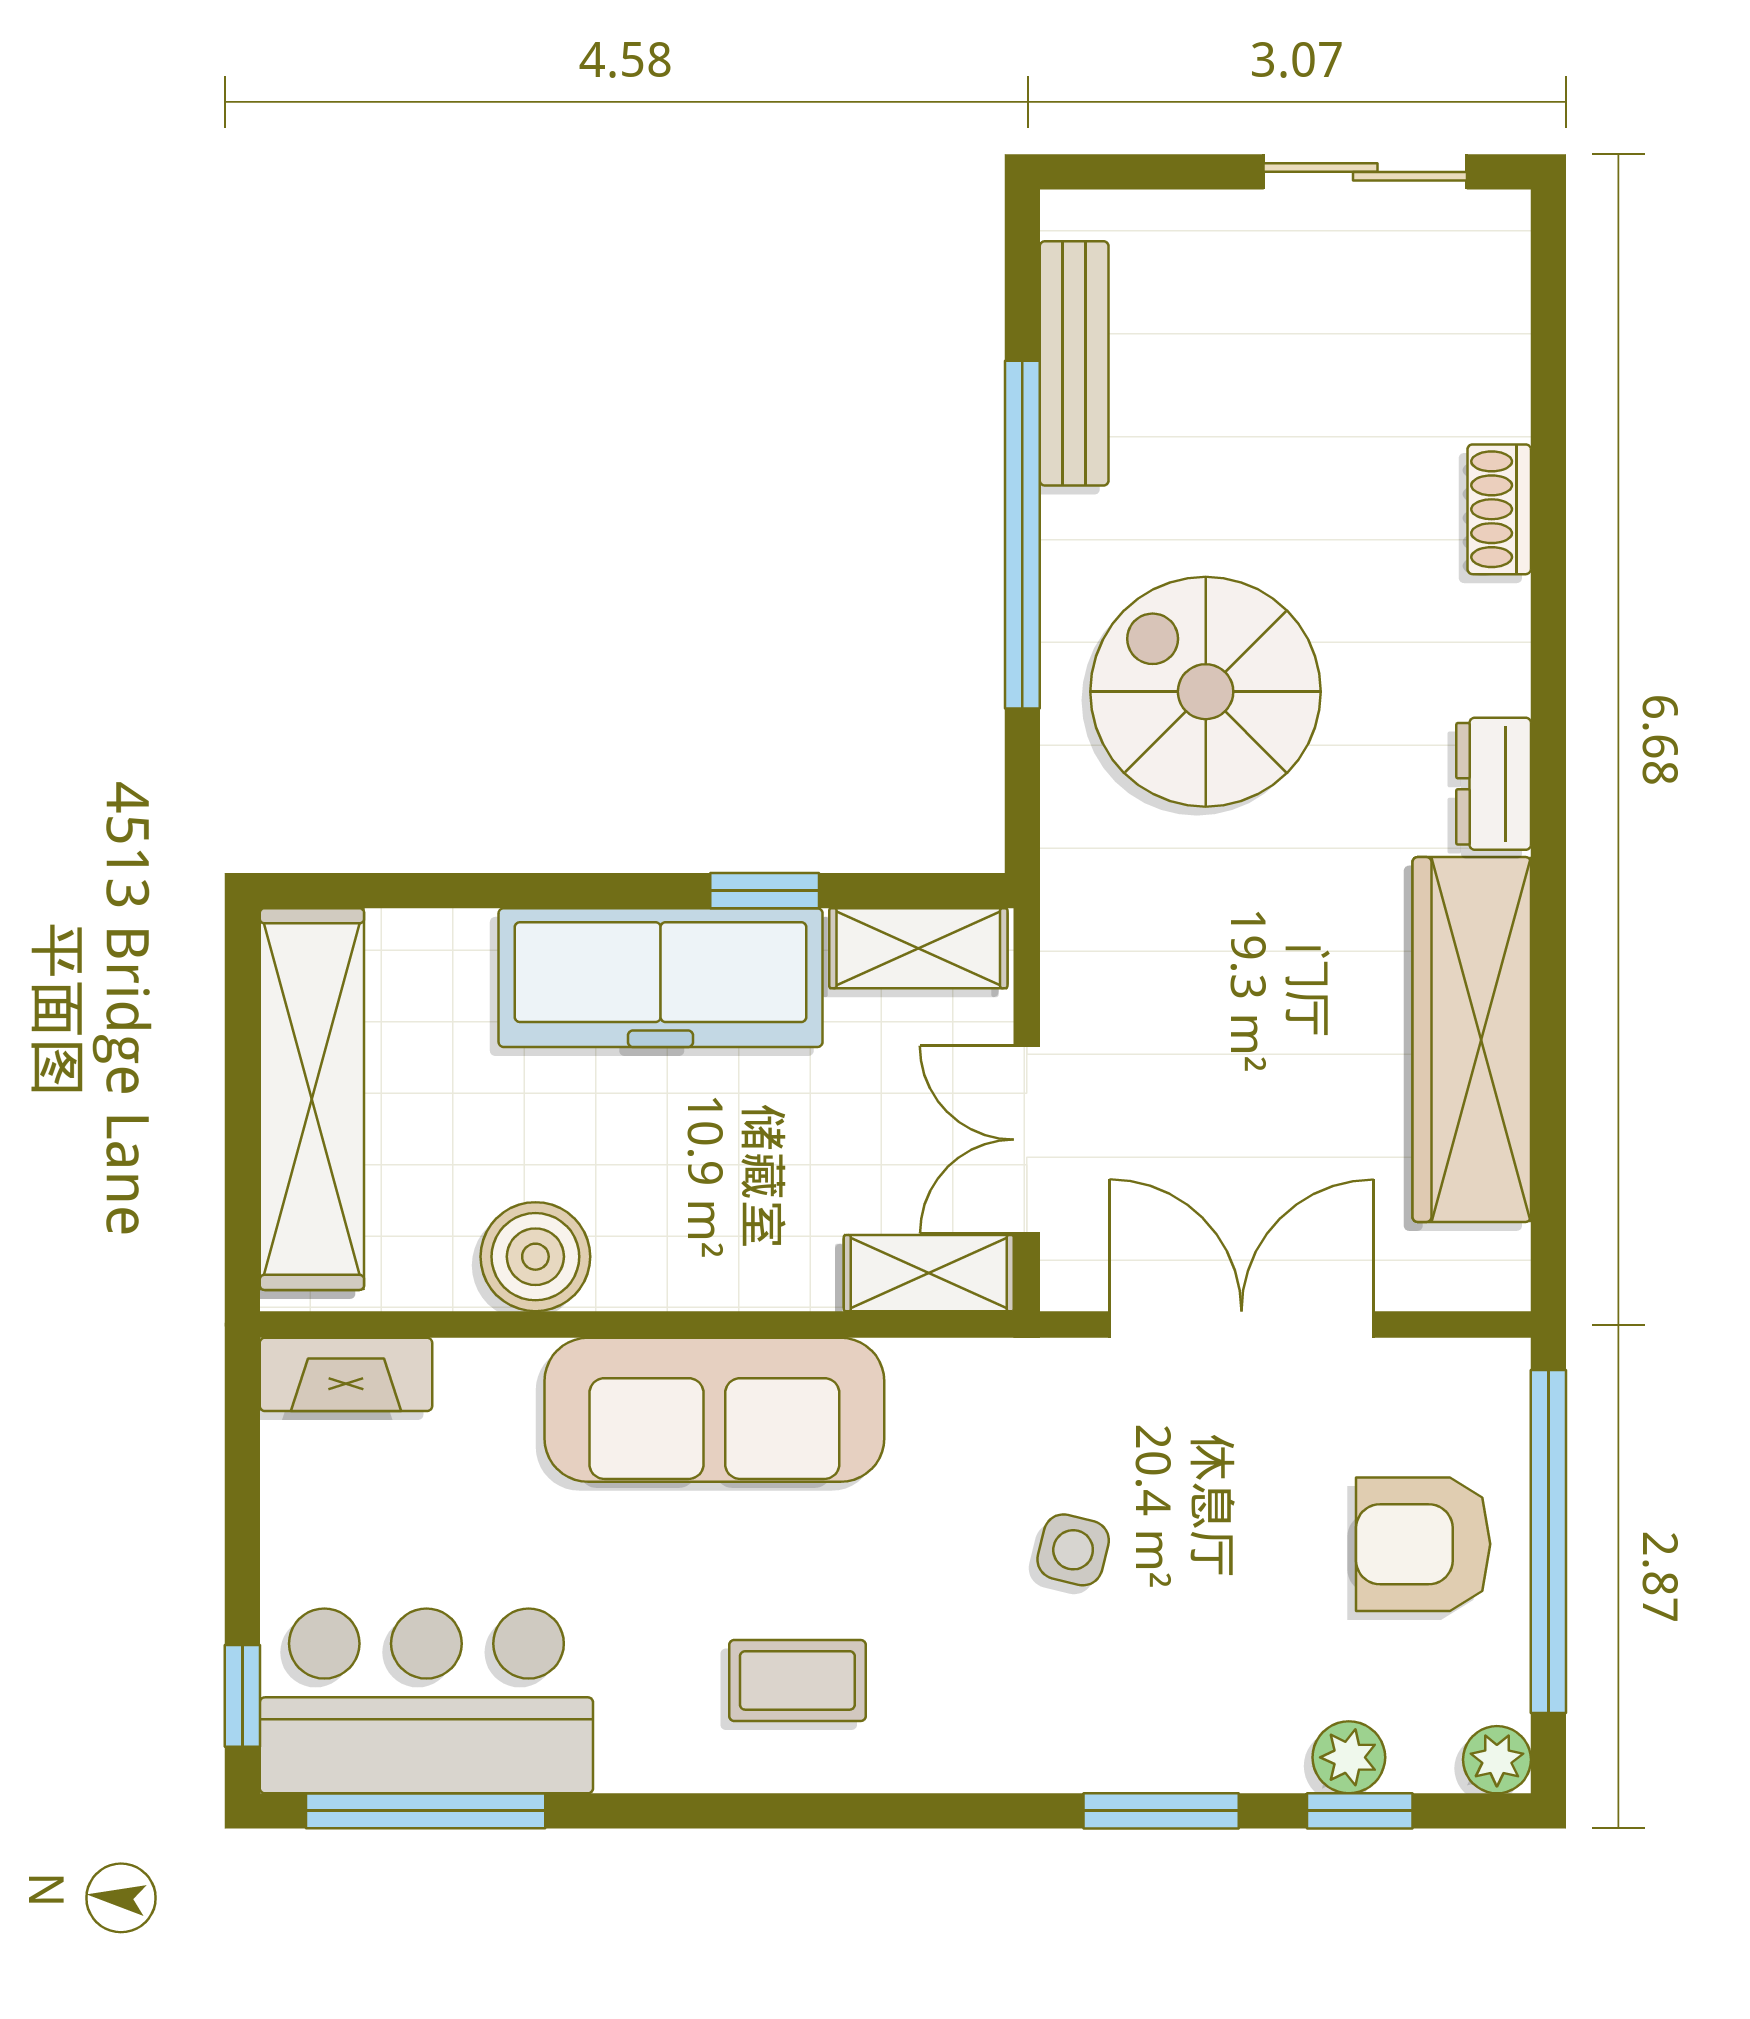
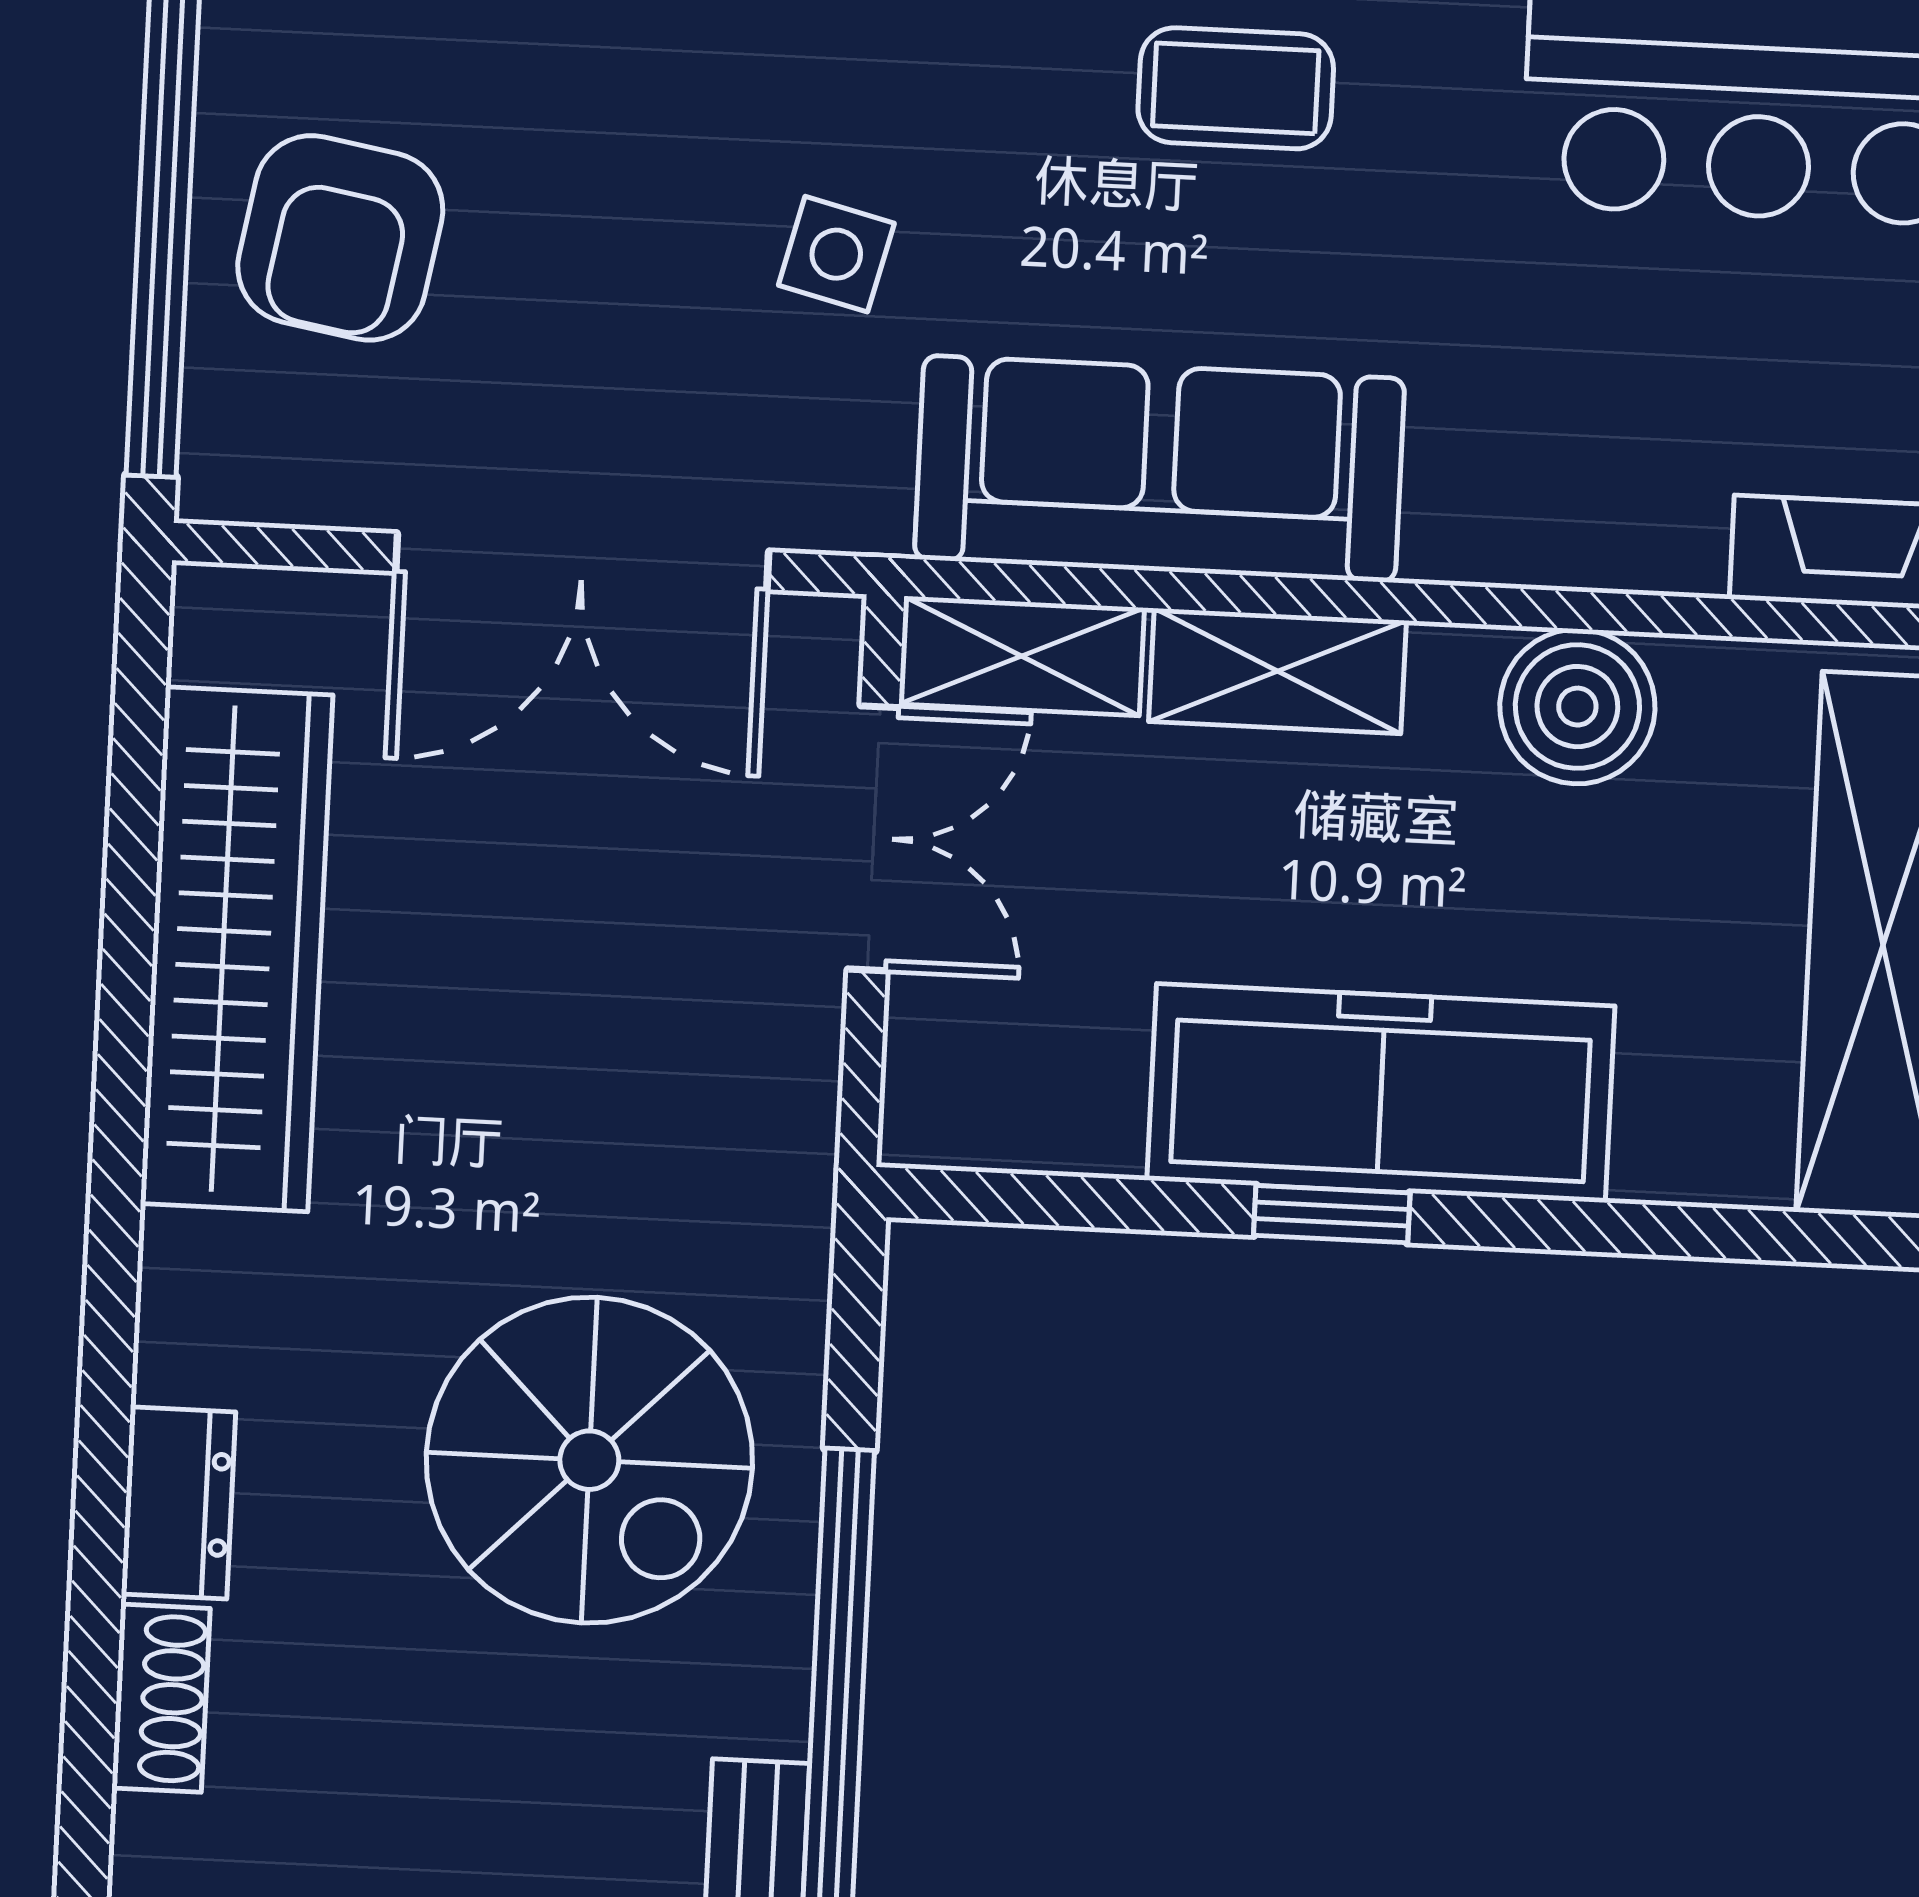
dresser: (1494, 784) -> (178, 1503), moved
window: (765, 891) -> (1332, 1214), moved
shelving: (918, 948) -> (1277, 671), moved
sofa: (714, 1410) -> (1159, 469), moved
armchair: (1423, 1544) -> (340, 238), turned 100

